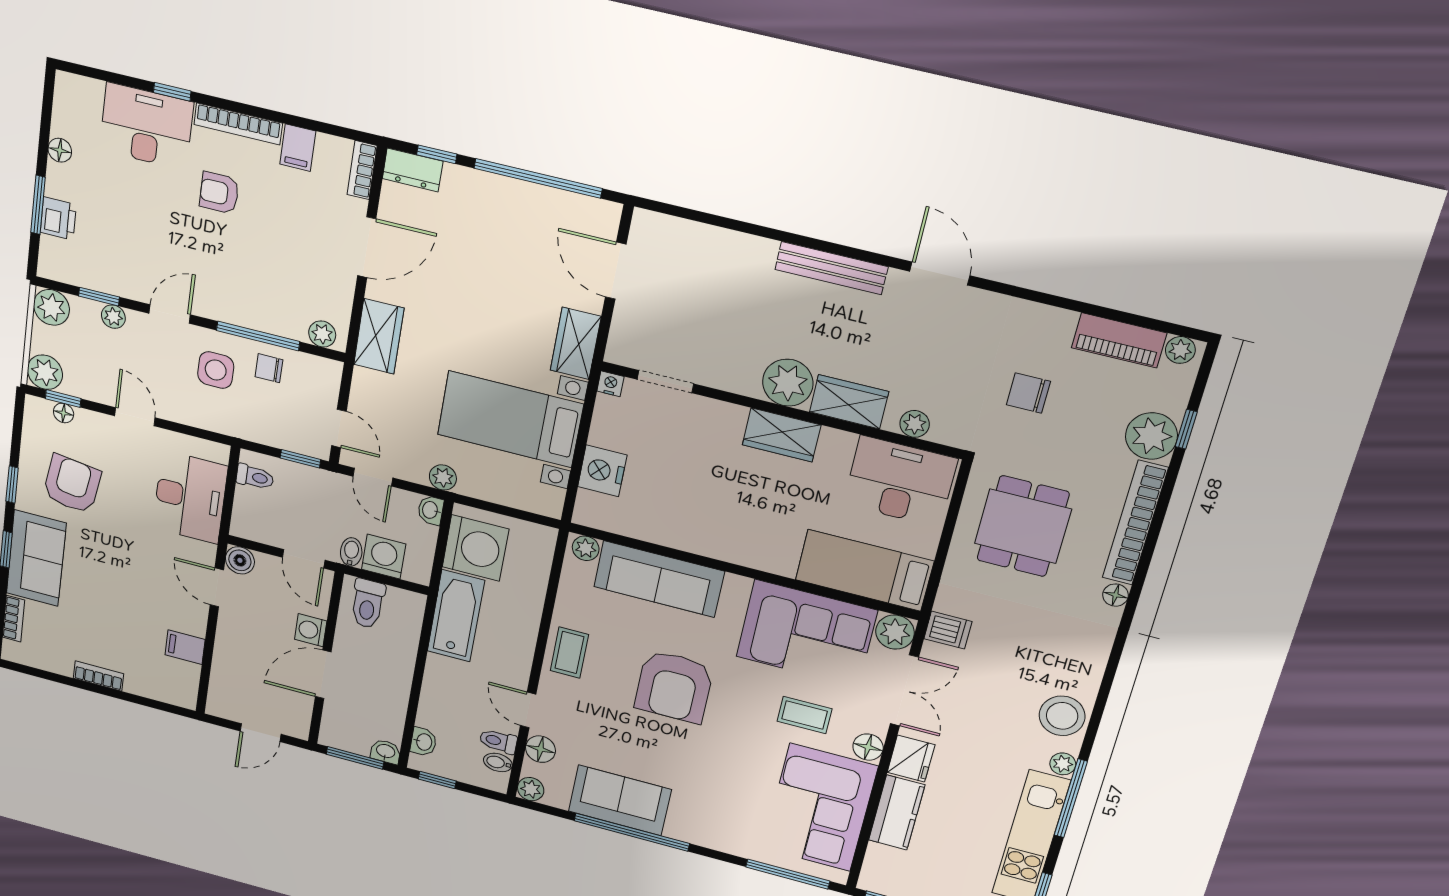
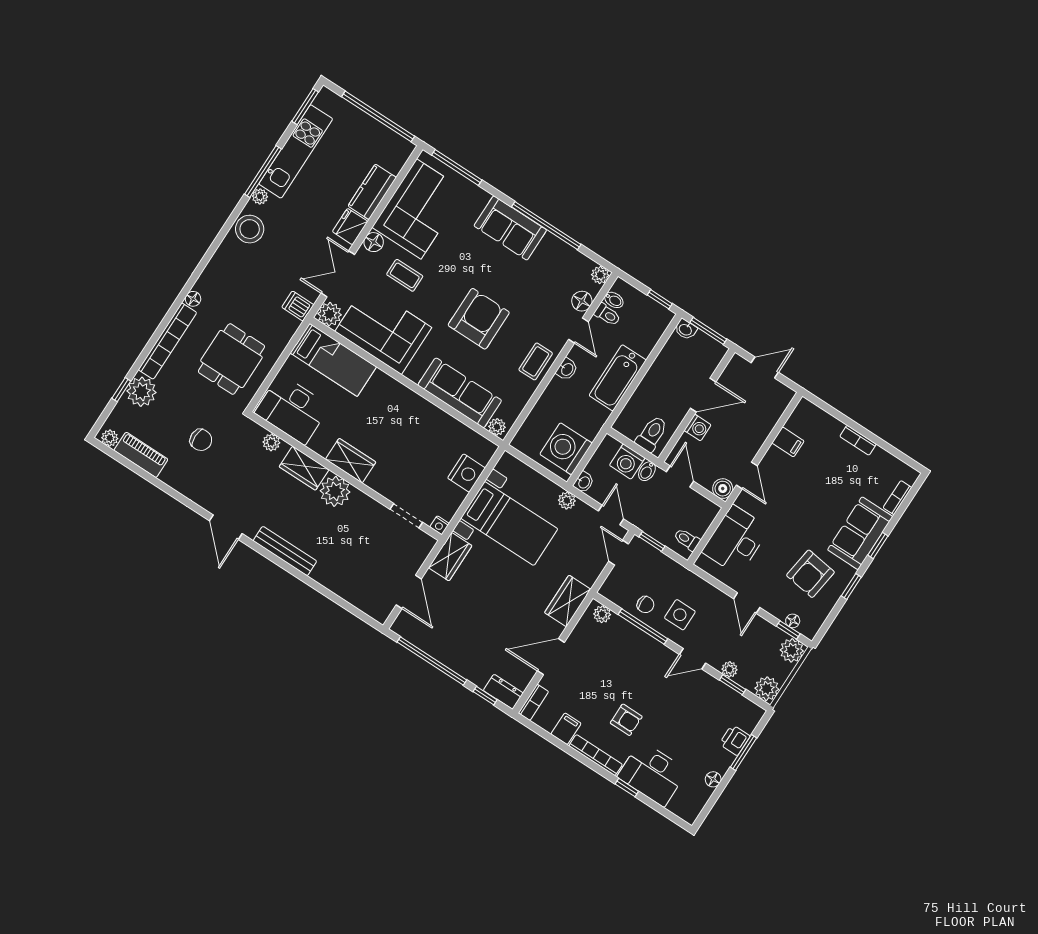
bathtub: (456, 616) -> (618, 378), moved
washbasin: (424, 742) -> (567, 369), moved, turned 180
sofa: (620, 800) -> (510, 228), moved

